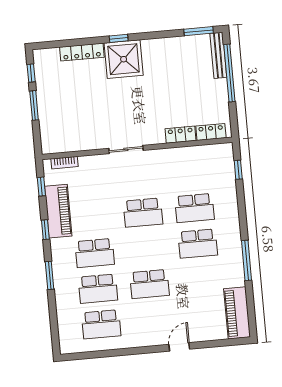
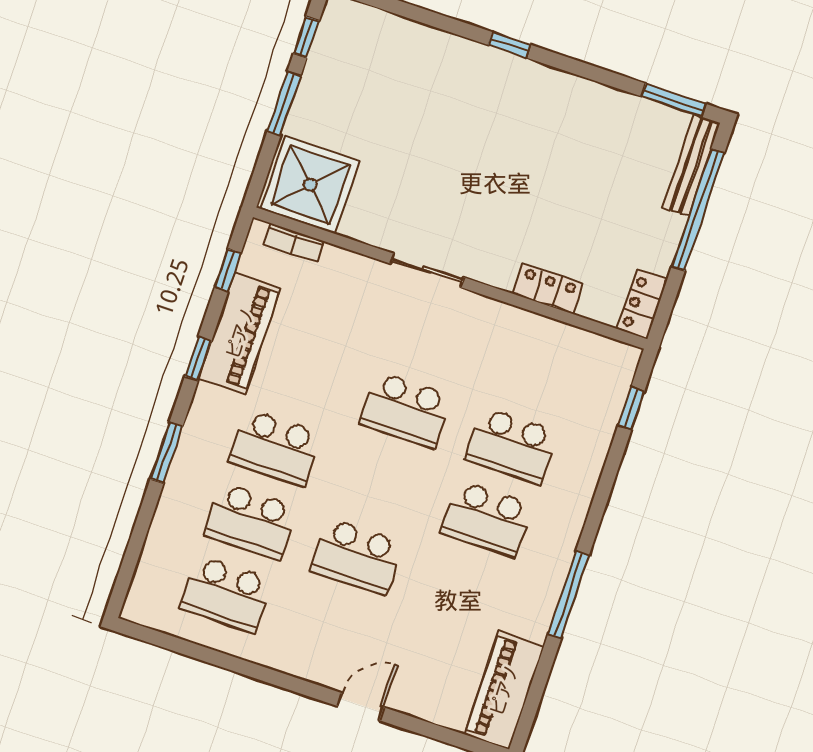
locker: (82, 52) -> (425, 40), removed
shower: (124, 59) -> (310, 185), moved
locker: (211, 132) -> (642, 304), moved, turned -90

